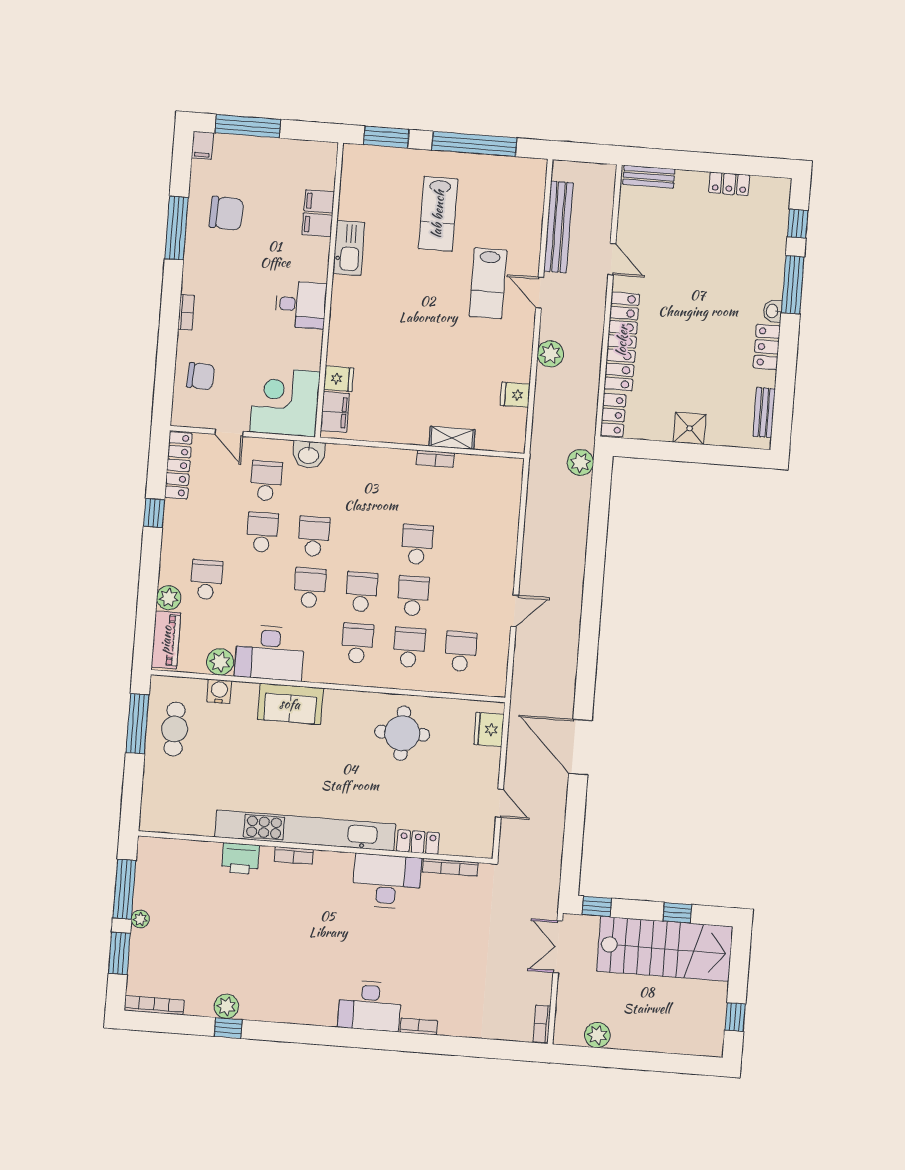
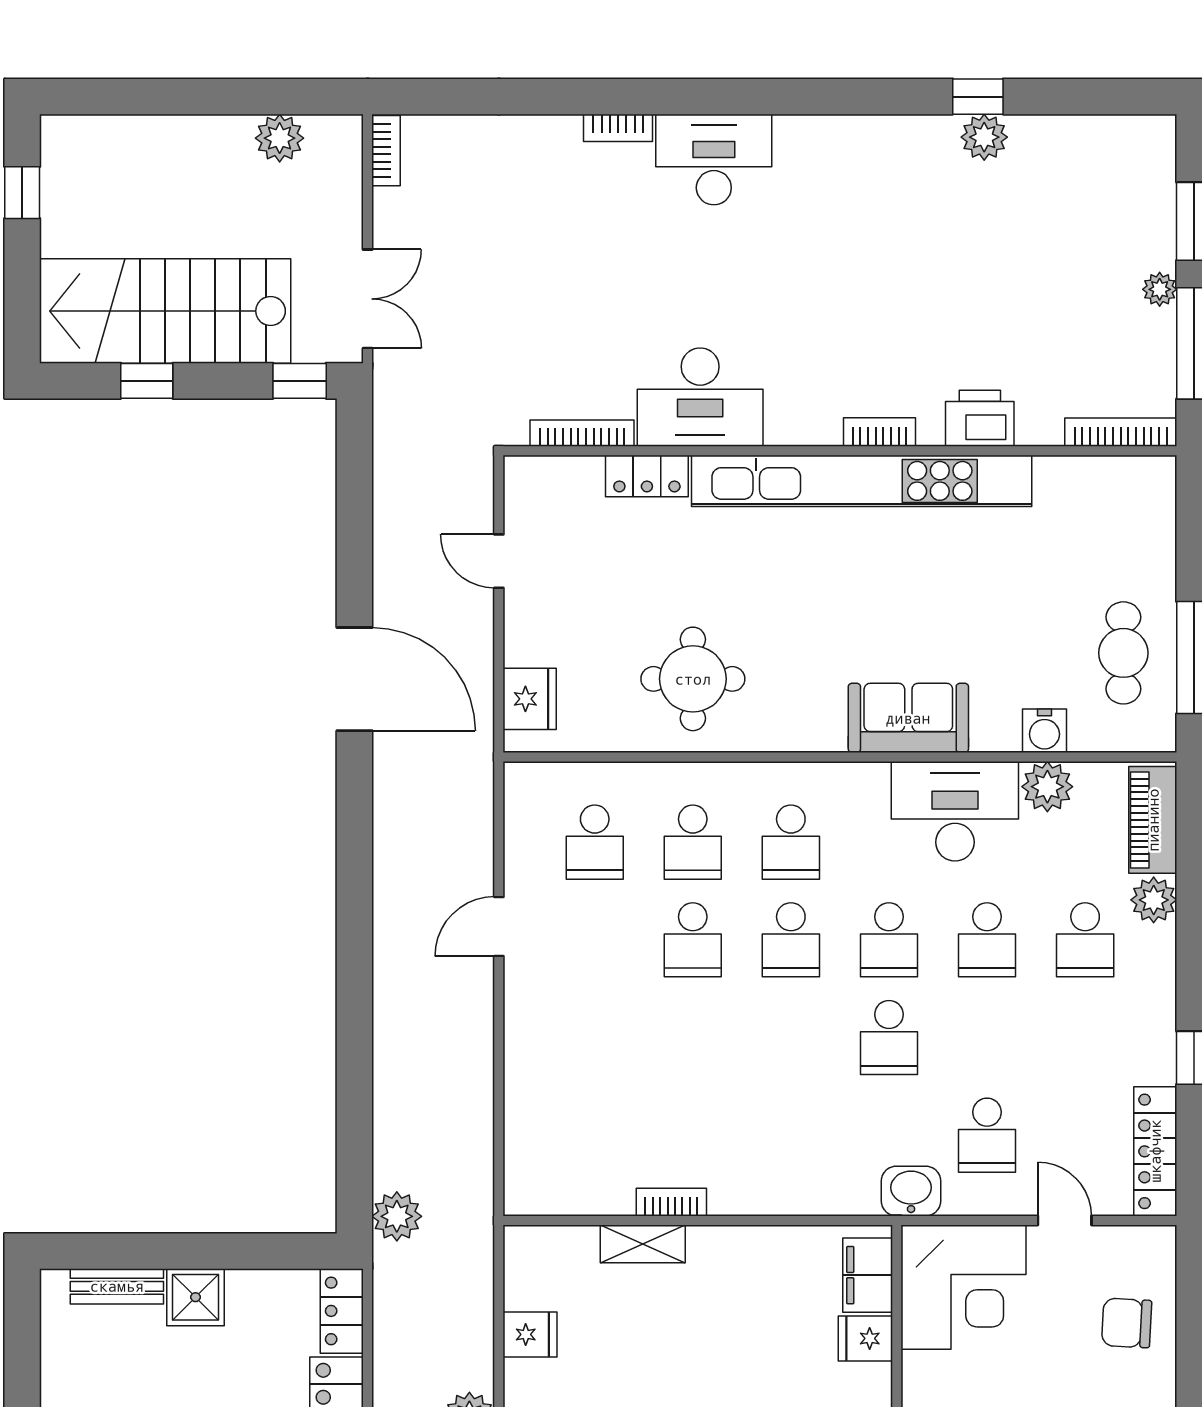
bench: (764, 413) -> (117, 1286), moved, turned 90
school desk: (262, 532) -> (987, 940), moved
school desk: (417, 544) -> (693, 1038), removed
bookcase: (154, 1005) -> (1121, 432), moved, turned 180

